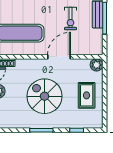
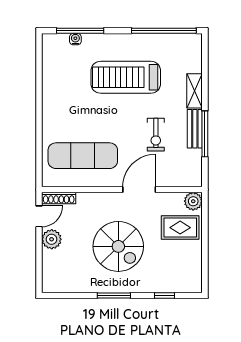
rug: (87, 95) -> (180, 228), moved, turned 90
spiral stairs: (45, 96) -> (118, 246), turned 180

